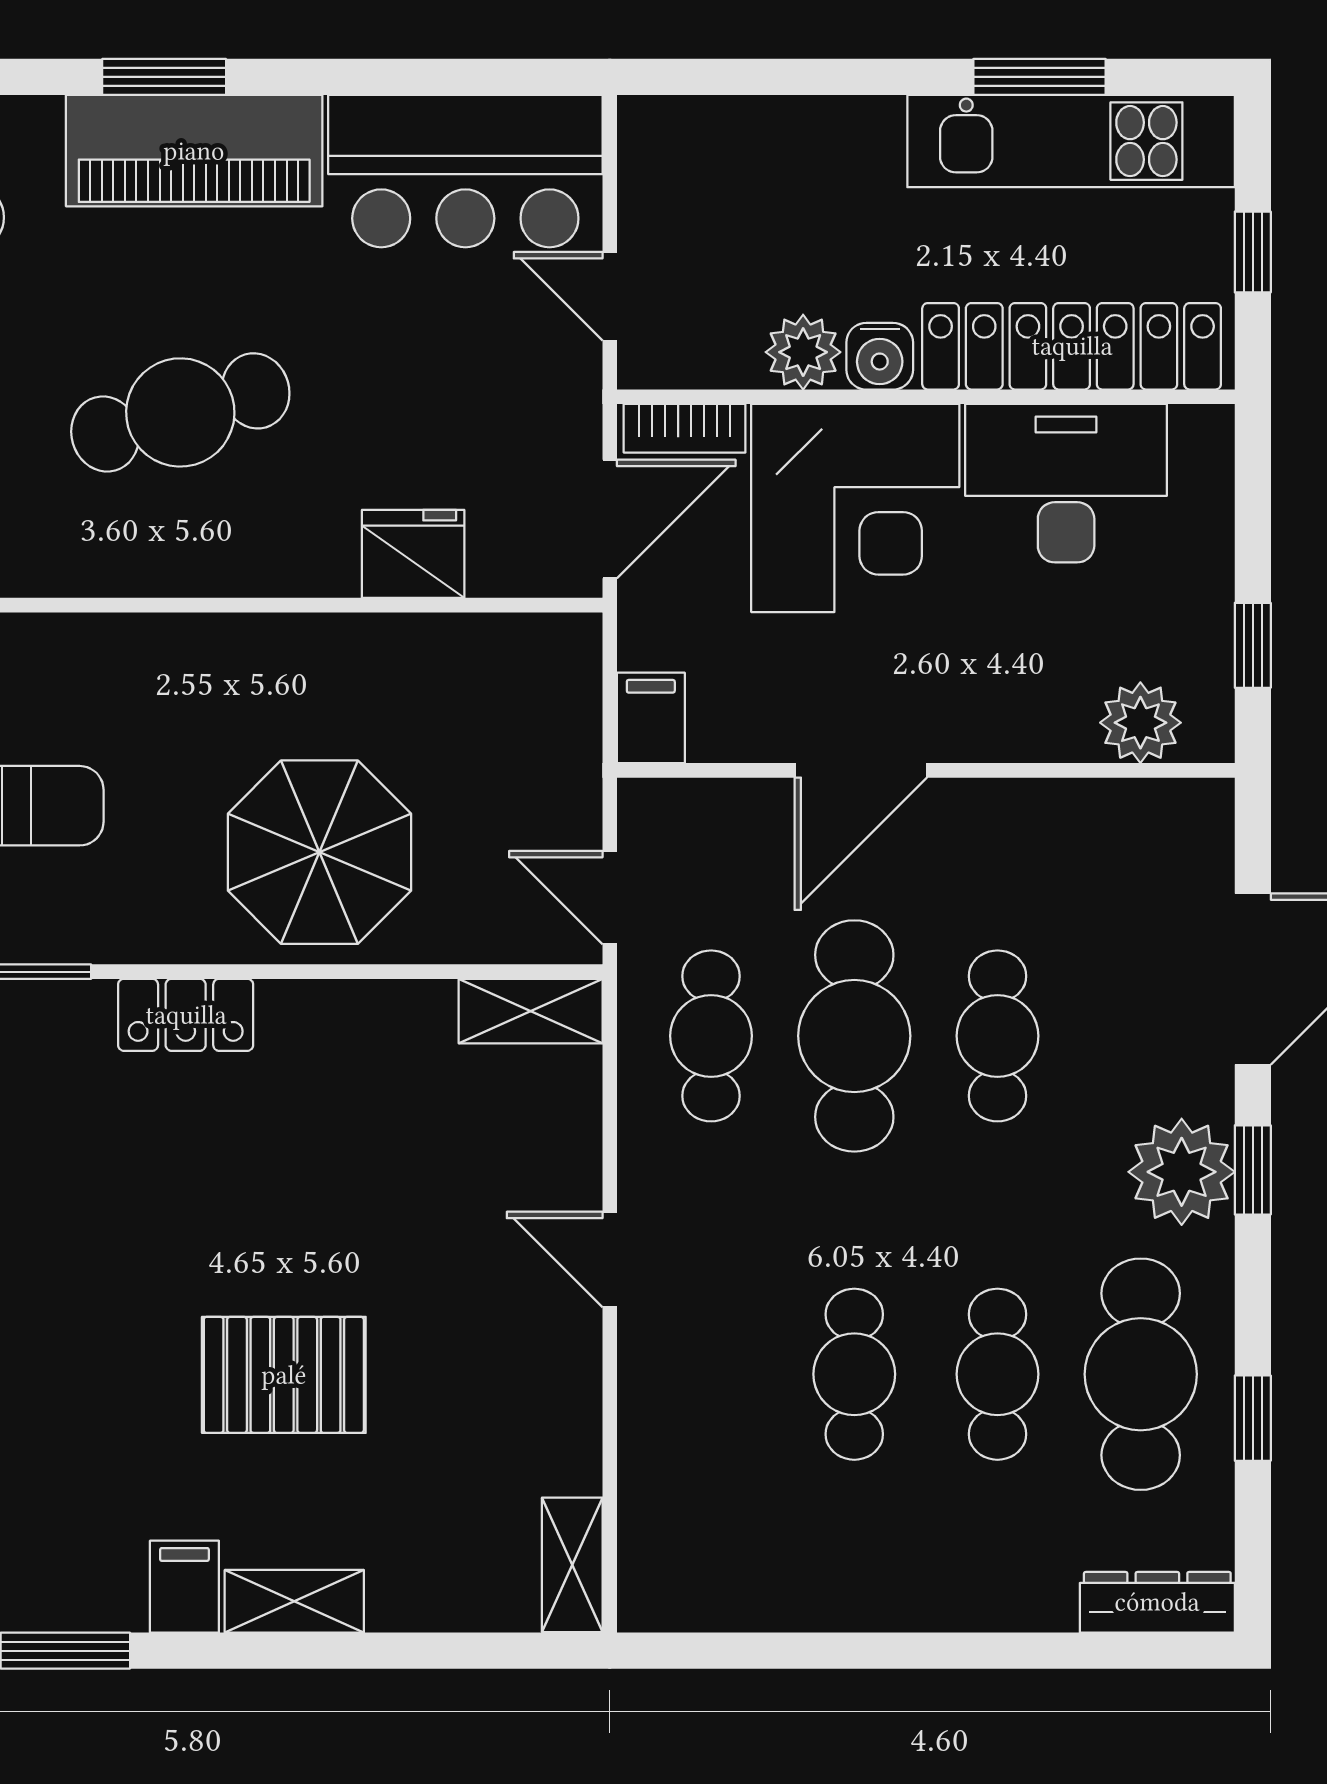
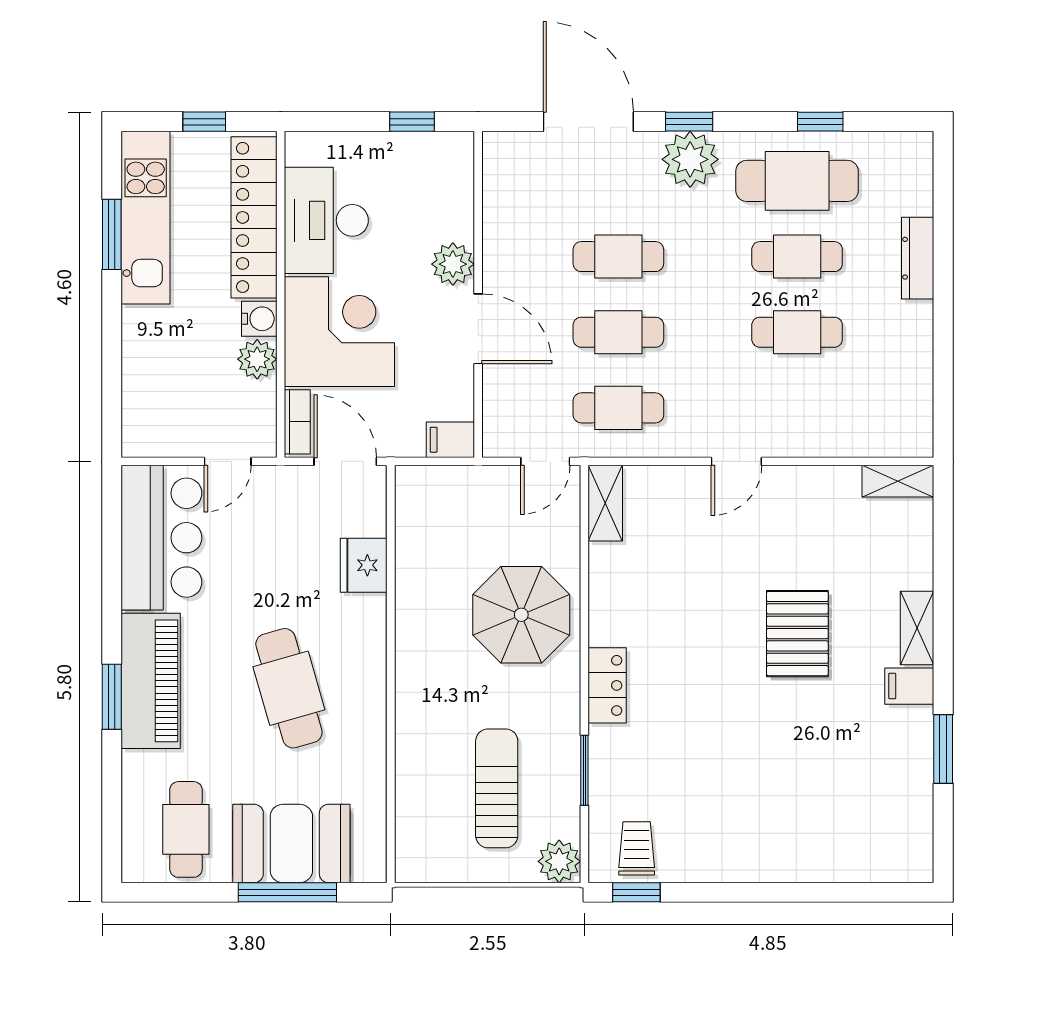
plant: (1140, 723) -> (453, 264), moved
cafe table: (854, 1036) -> (618, 332), width x0.73, depth x0.74
dresser: (1157, 1602) -> (918, 258), moved

